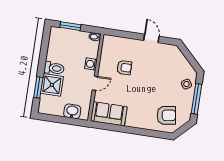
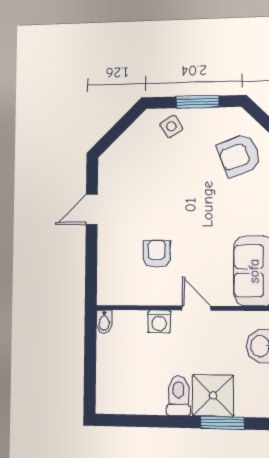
window: (70, 26) -> (90, 374), removed
window: (196, 99) -> (198, 102), width x0.69
armchair: (166, 115) -> (239, 155), turned -101

